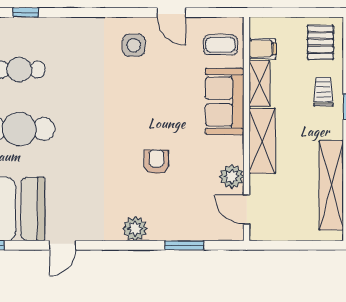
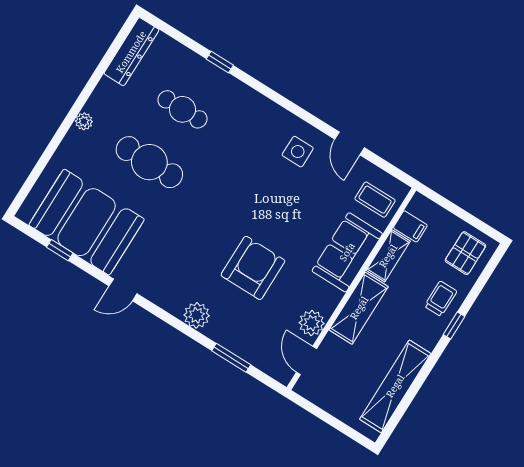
armchair: (156, 162) -> (253, 268), width x1.88, depth x1.88

